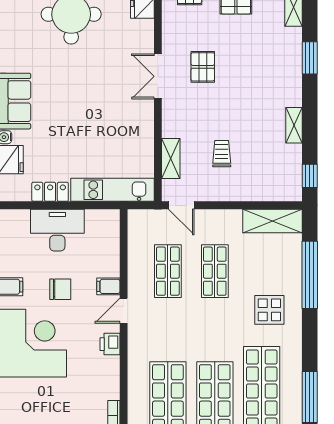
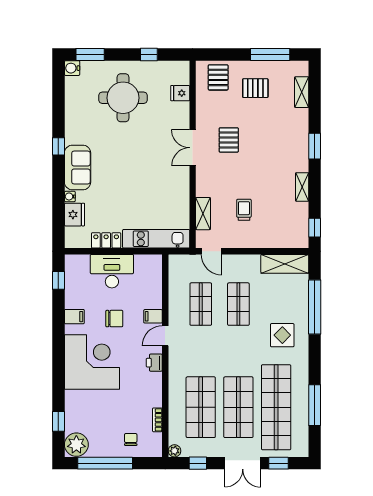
window: (310, 58) -> (315, 146), moved

